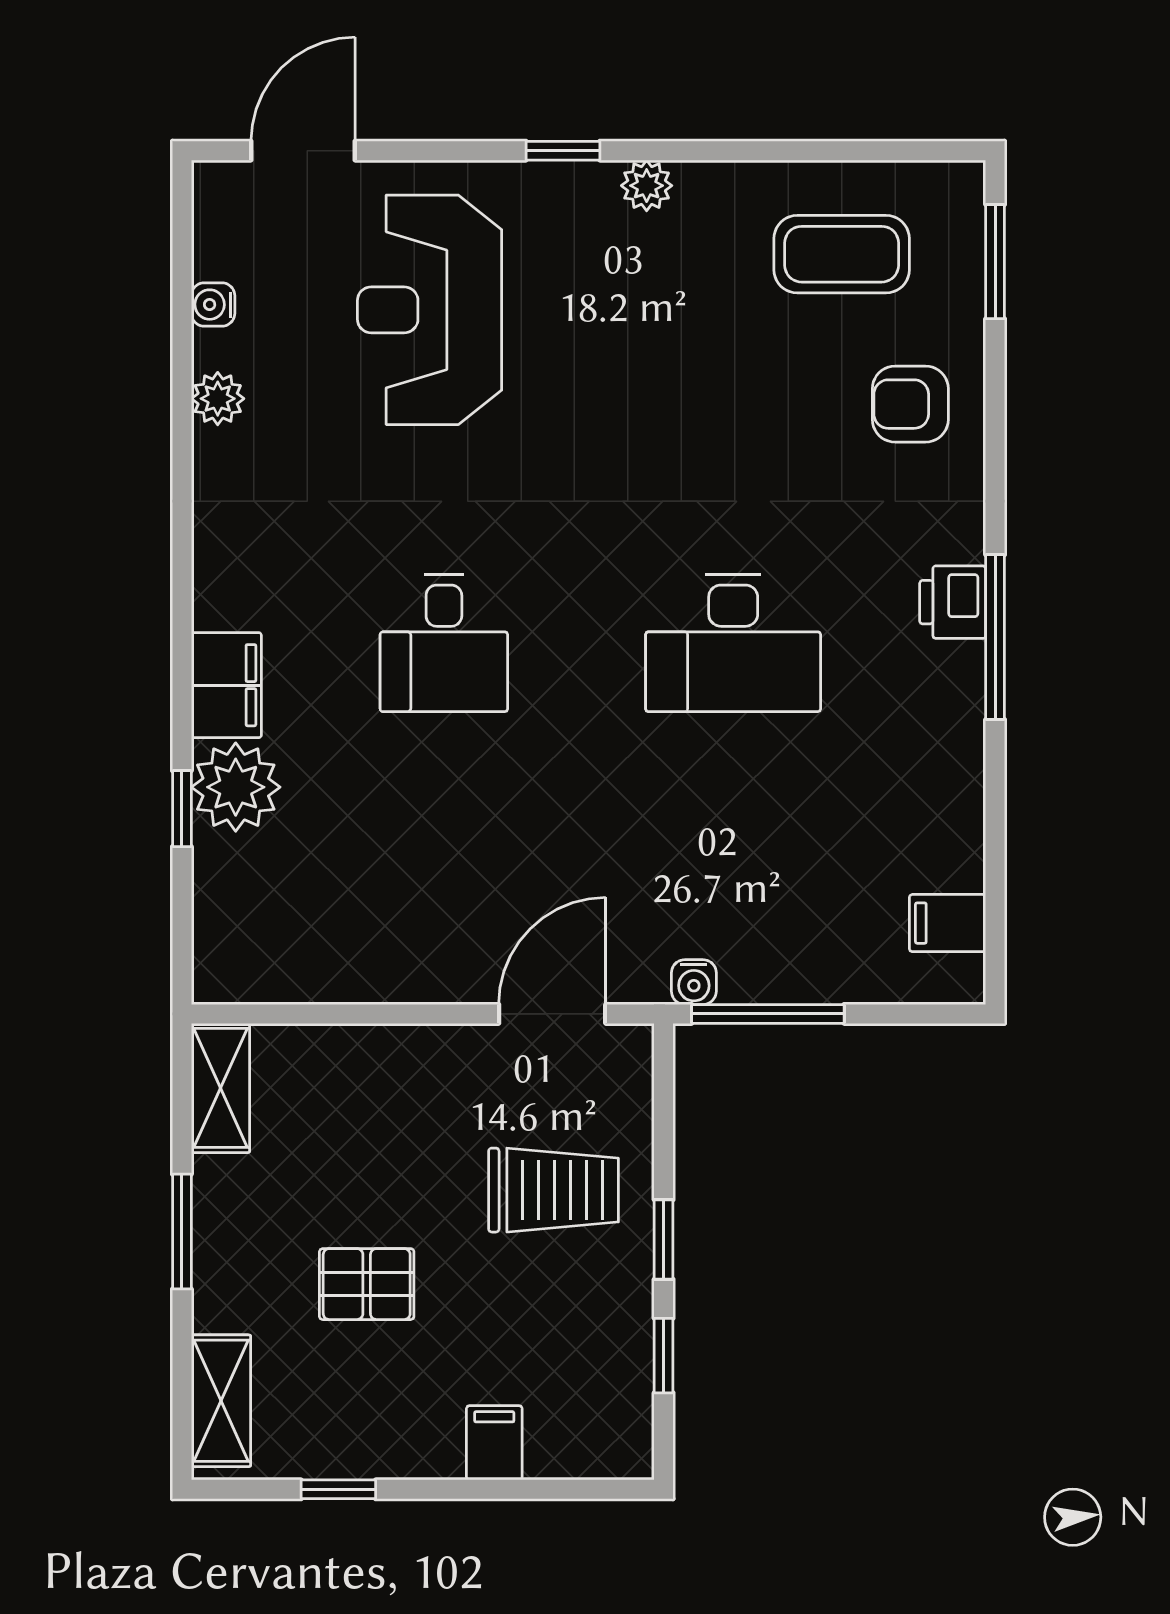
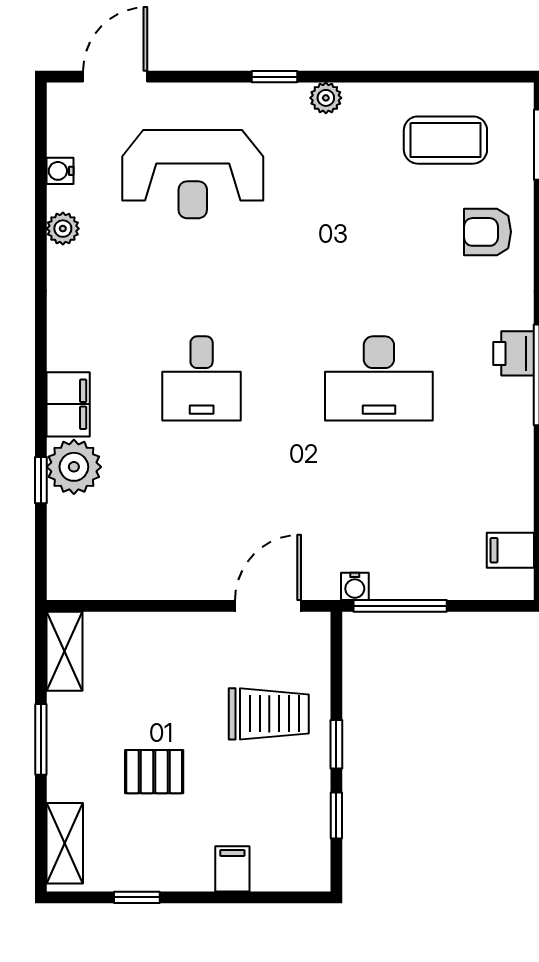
reception desk: (430, 310) -> (193, 174), turned -90

